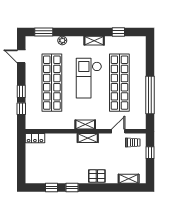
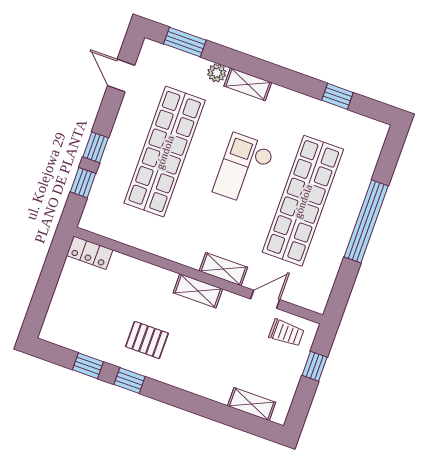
shelving: (94, 41) -> (248, 84), moved
checkout: (89, 78) -> (244, 169), width x0.73, depth x0.83
window: (150, 95) -> (366, 221), moved
shelving: (85, 125) -> (223, 269), moved
pallet: (97, 176) -> (147, 340), moved

